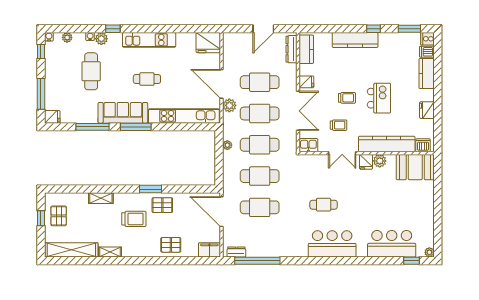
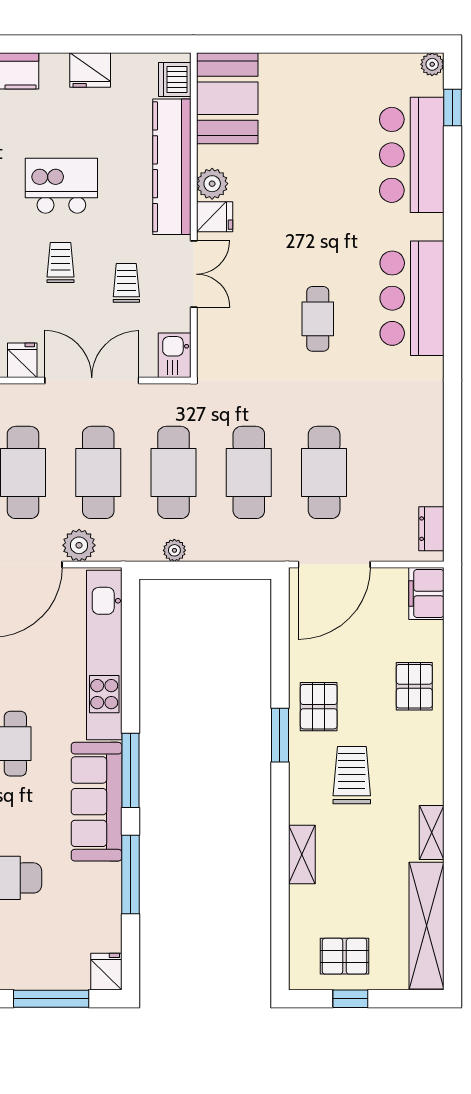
window: (257, 261) -> (452, 478), removed

